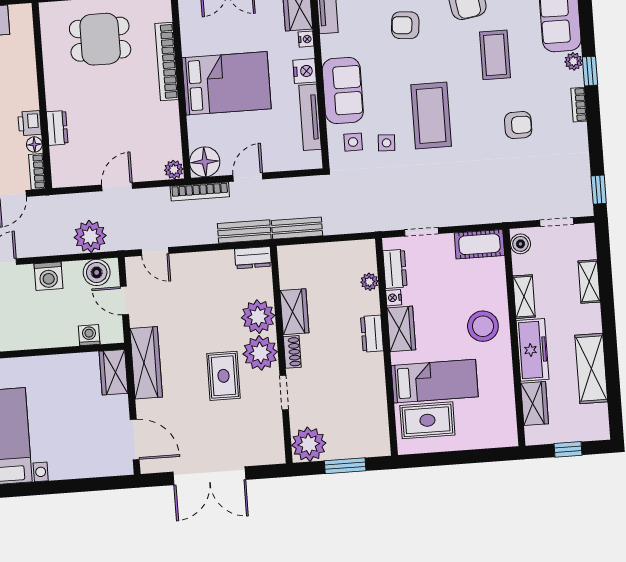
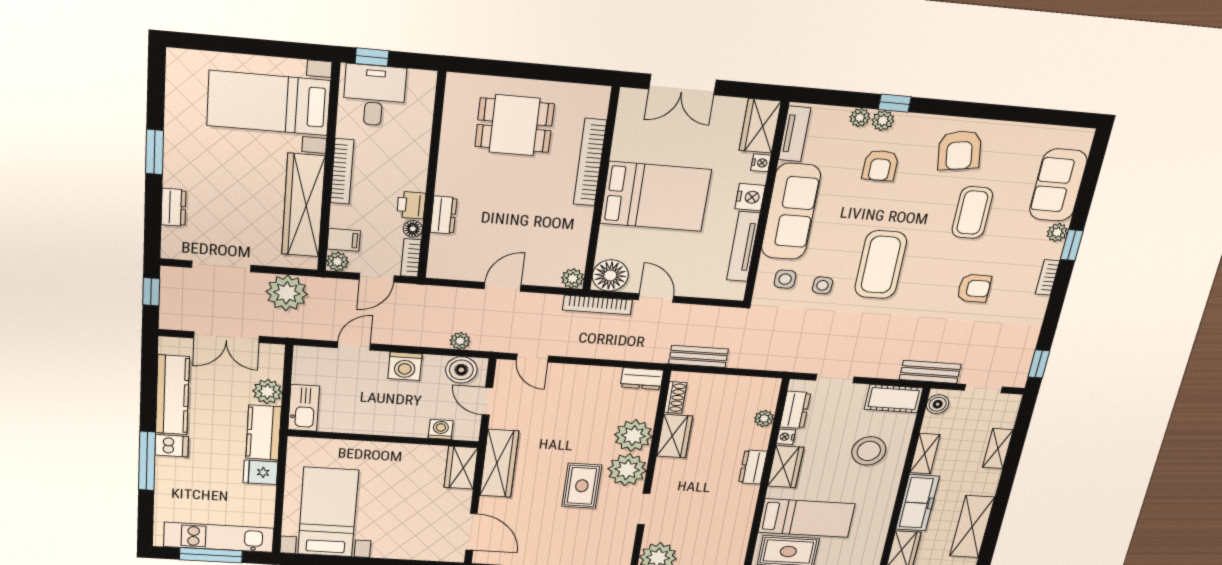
armchair: (405, 25) -> (880, 166), turned -95
sofa: (343, 91) -> (791, 212), width x1.36
door: (248, 177) -> (656, 298), hinge flipped
bench: (244, 231) -> (930, 372), moved
plant: (90, 236) -> (460, 341), width x0.53, depth x0.53
stool: (483, 326) -> (869, 451), moved
shoe rack: (292, 352) -> (675, 398), moved

